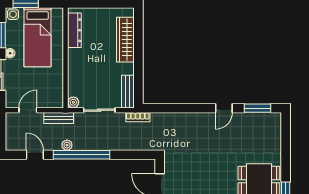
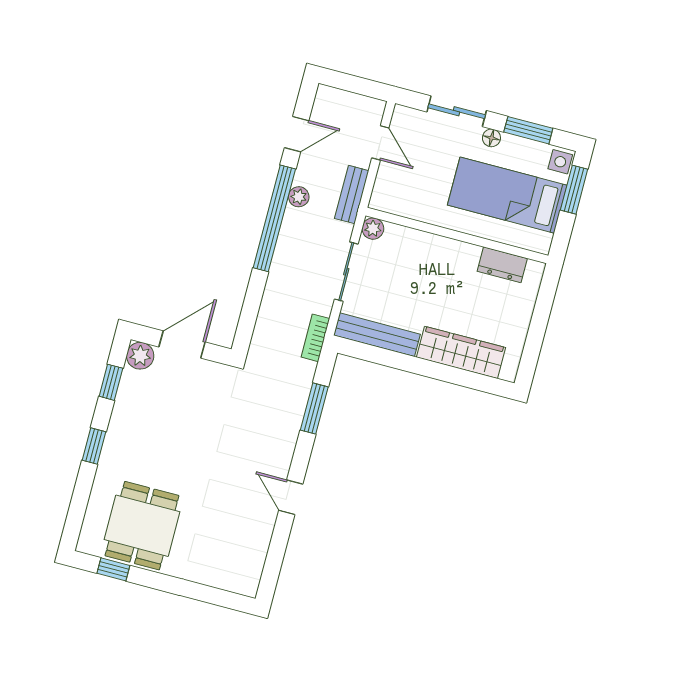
dresser: (74, 30) -> (502, 265), width x0.70
bench: (128, 92) -> (377, 335), width x1.36
window: (257, 108) -> (314, 409), moved

